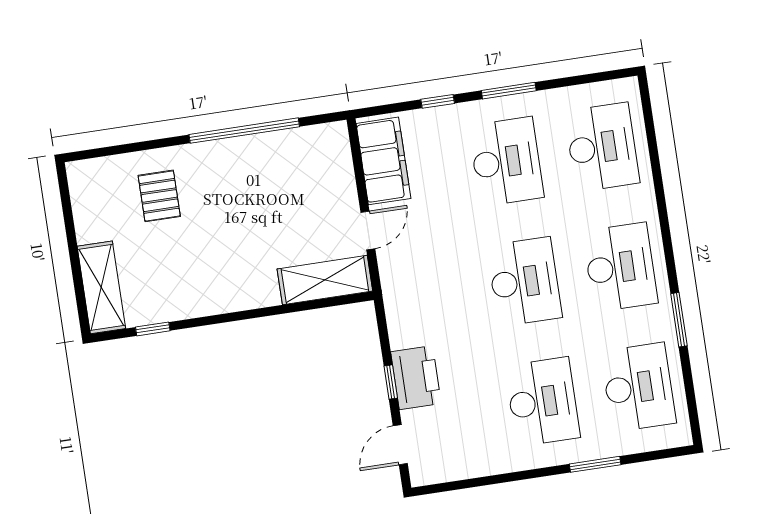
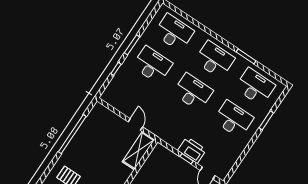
filing cabinet: (383, 161) -> (119, 101), removed

